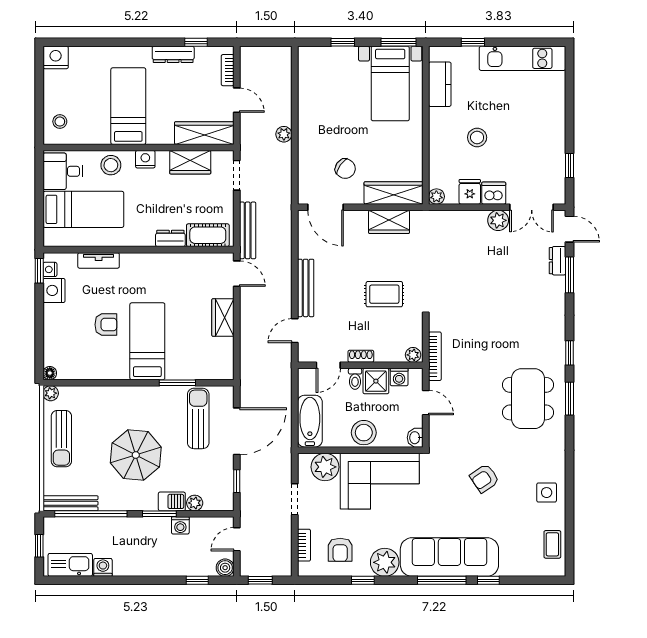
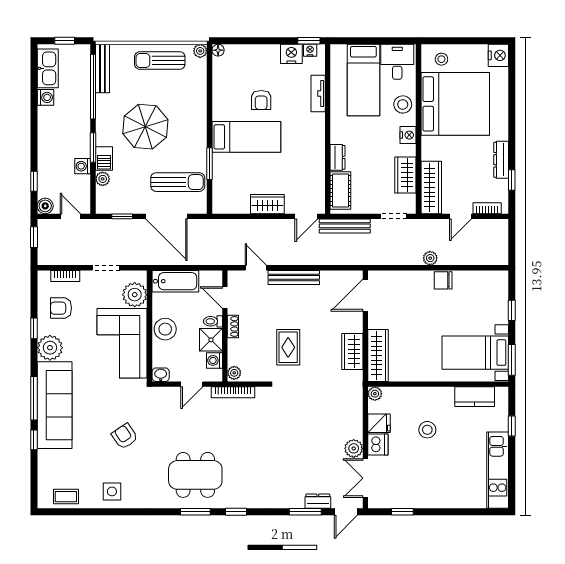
bed: (128, 106) -> (455, 104), width x2.04
chair: (345, 169) -> (443, 280), moved, turned 55

